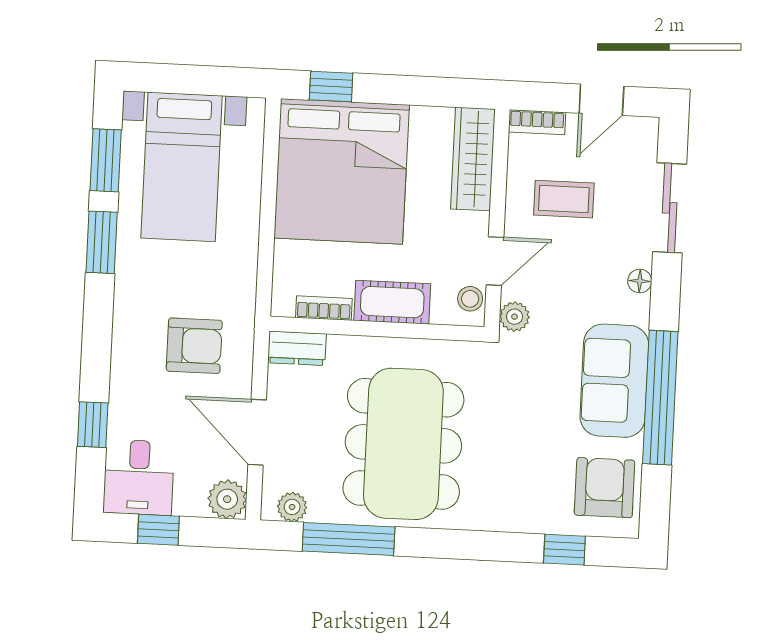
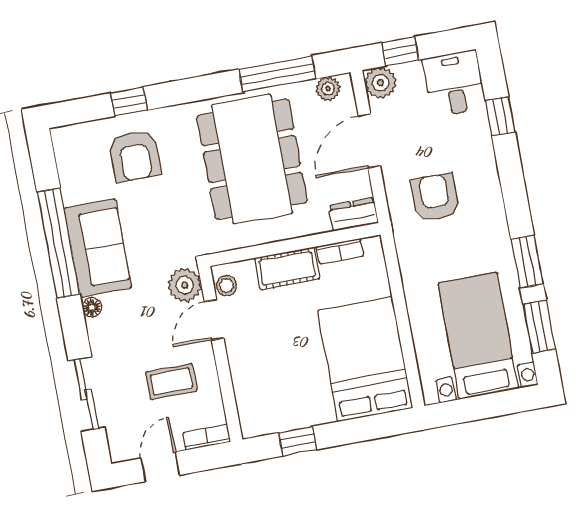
window: (331, 87) -> (298, 441), moved
wardrobe: (473, 159) -> (250, 396), removed
bed: (342, 171) -> (365, 359), width x0.73
floor lamp: (640, 281) -> (92, 307), moved
plant: (515, 317) -> (185, 285), width x1.38, depth x1.38
armchair: (194, 346) -> (435, 197), turned 90
door: (257, 432) -> (369, 141), swing flipped
armchair: (605, 488) -> (135, 156), moved
window: (158, 530) -> (400, 51), moved
window: (564, 550) -> (129, 101), moved

